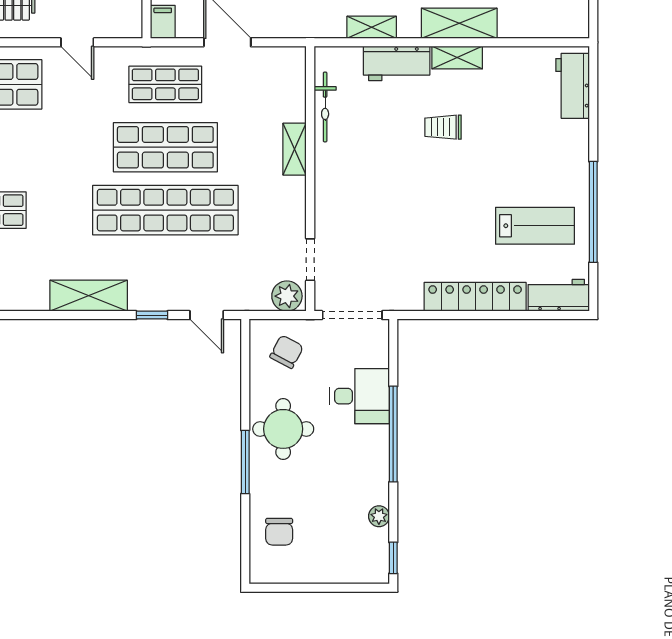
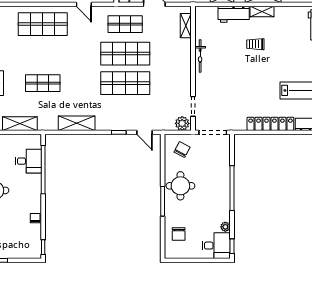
bicycle: (325, 107) -> (200, 56), moved
shelving: (295, 149) -> (186, 26), moved
shop shelf: (165, 210) -> (125, 83), width x0.71
shelving: (89, 296) -> (77, 123), moved
desk: (360, 396) -> (216, 246), moved

